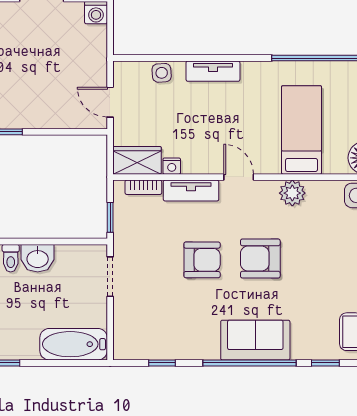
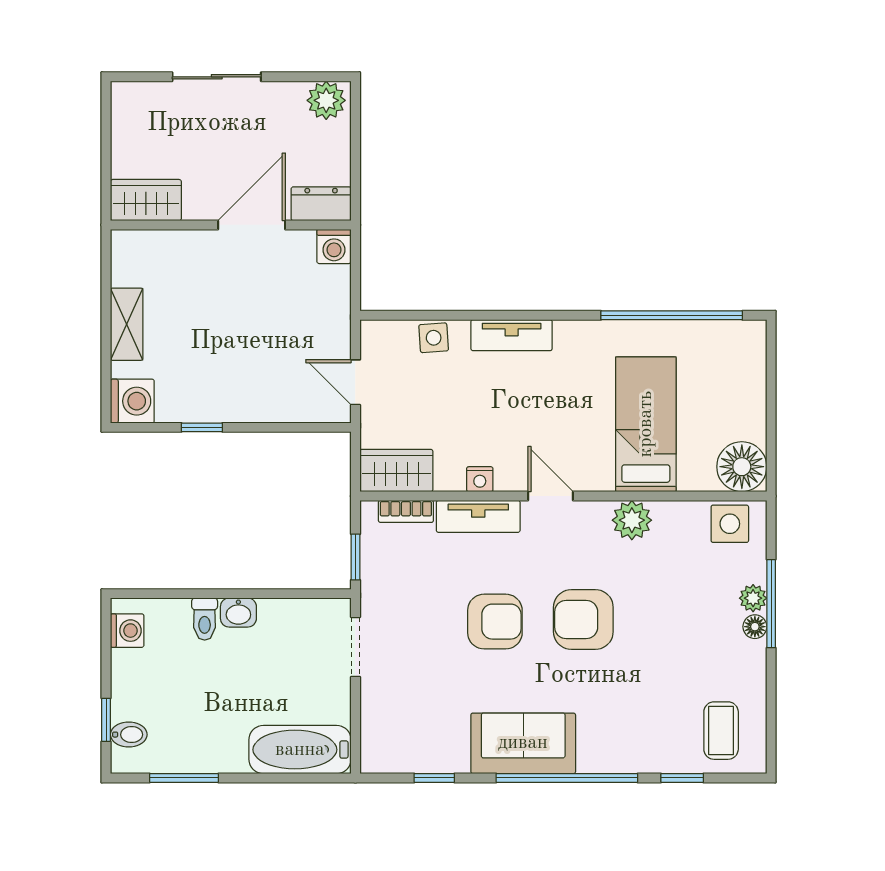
nightstand: (172, 166) -> (480, 479), moved
washbasin: (38, 258) -> (238, 613), width x0.72, depth x0.69
sofa: (255, 340) -> (523, 743), moved

